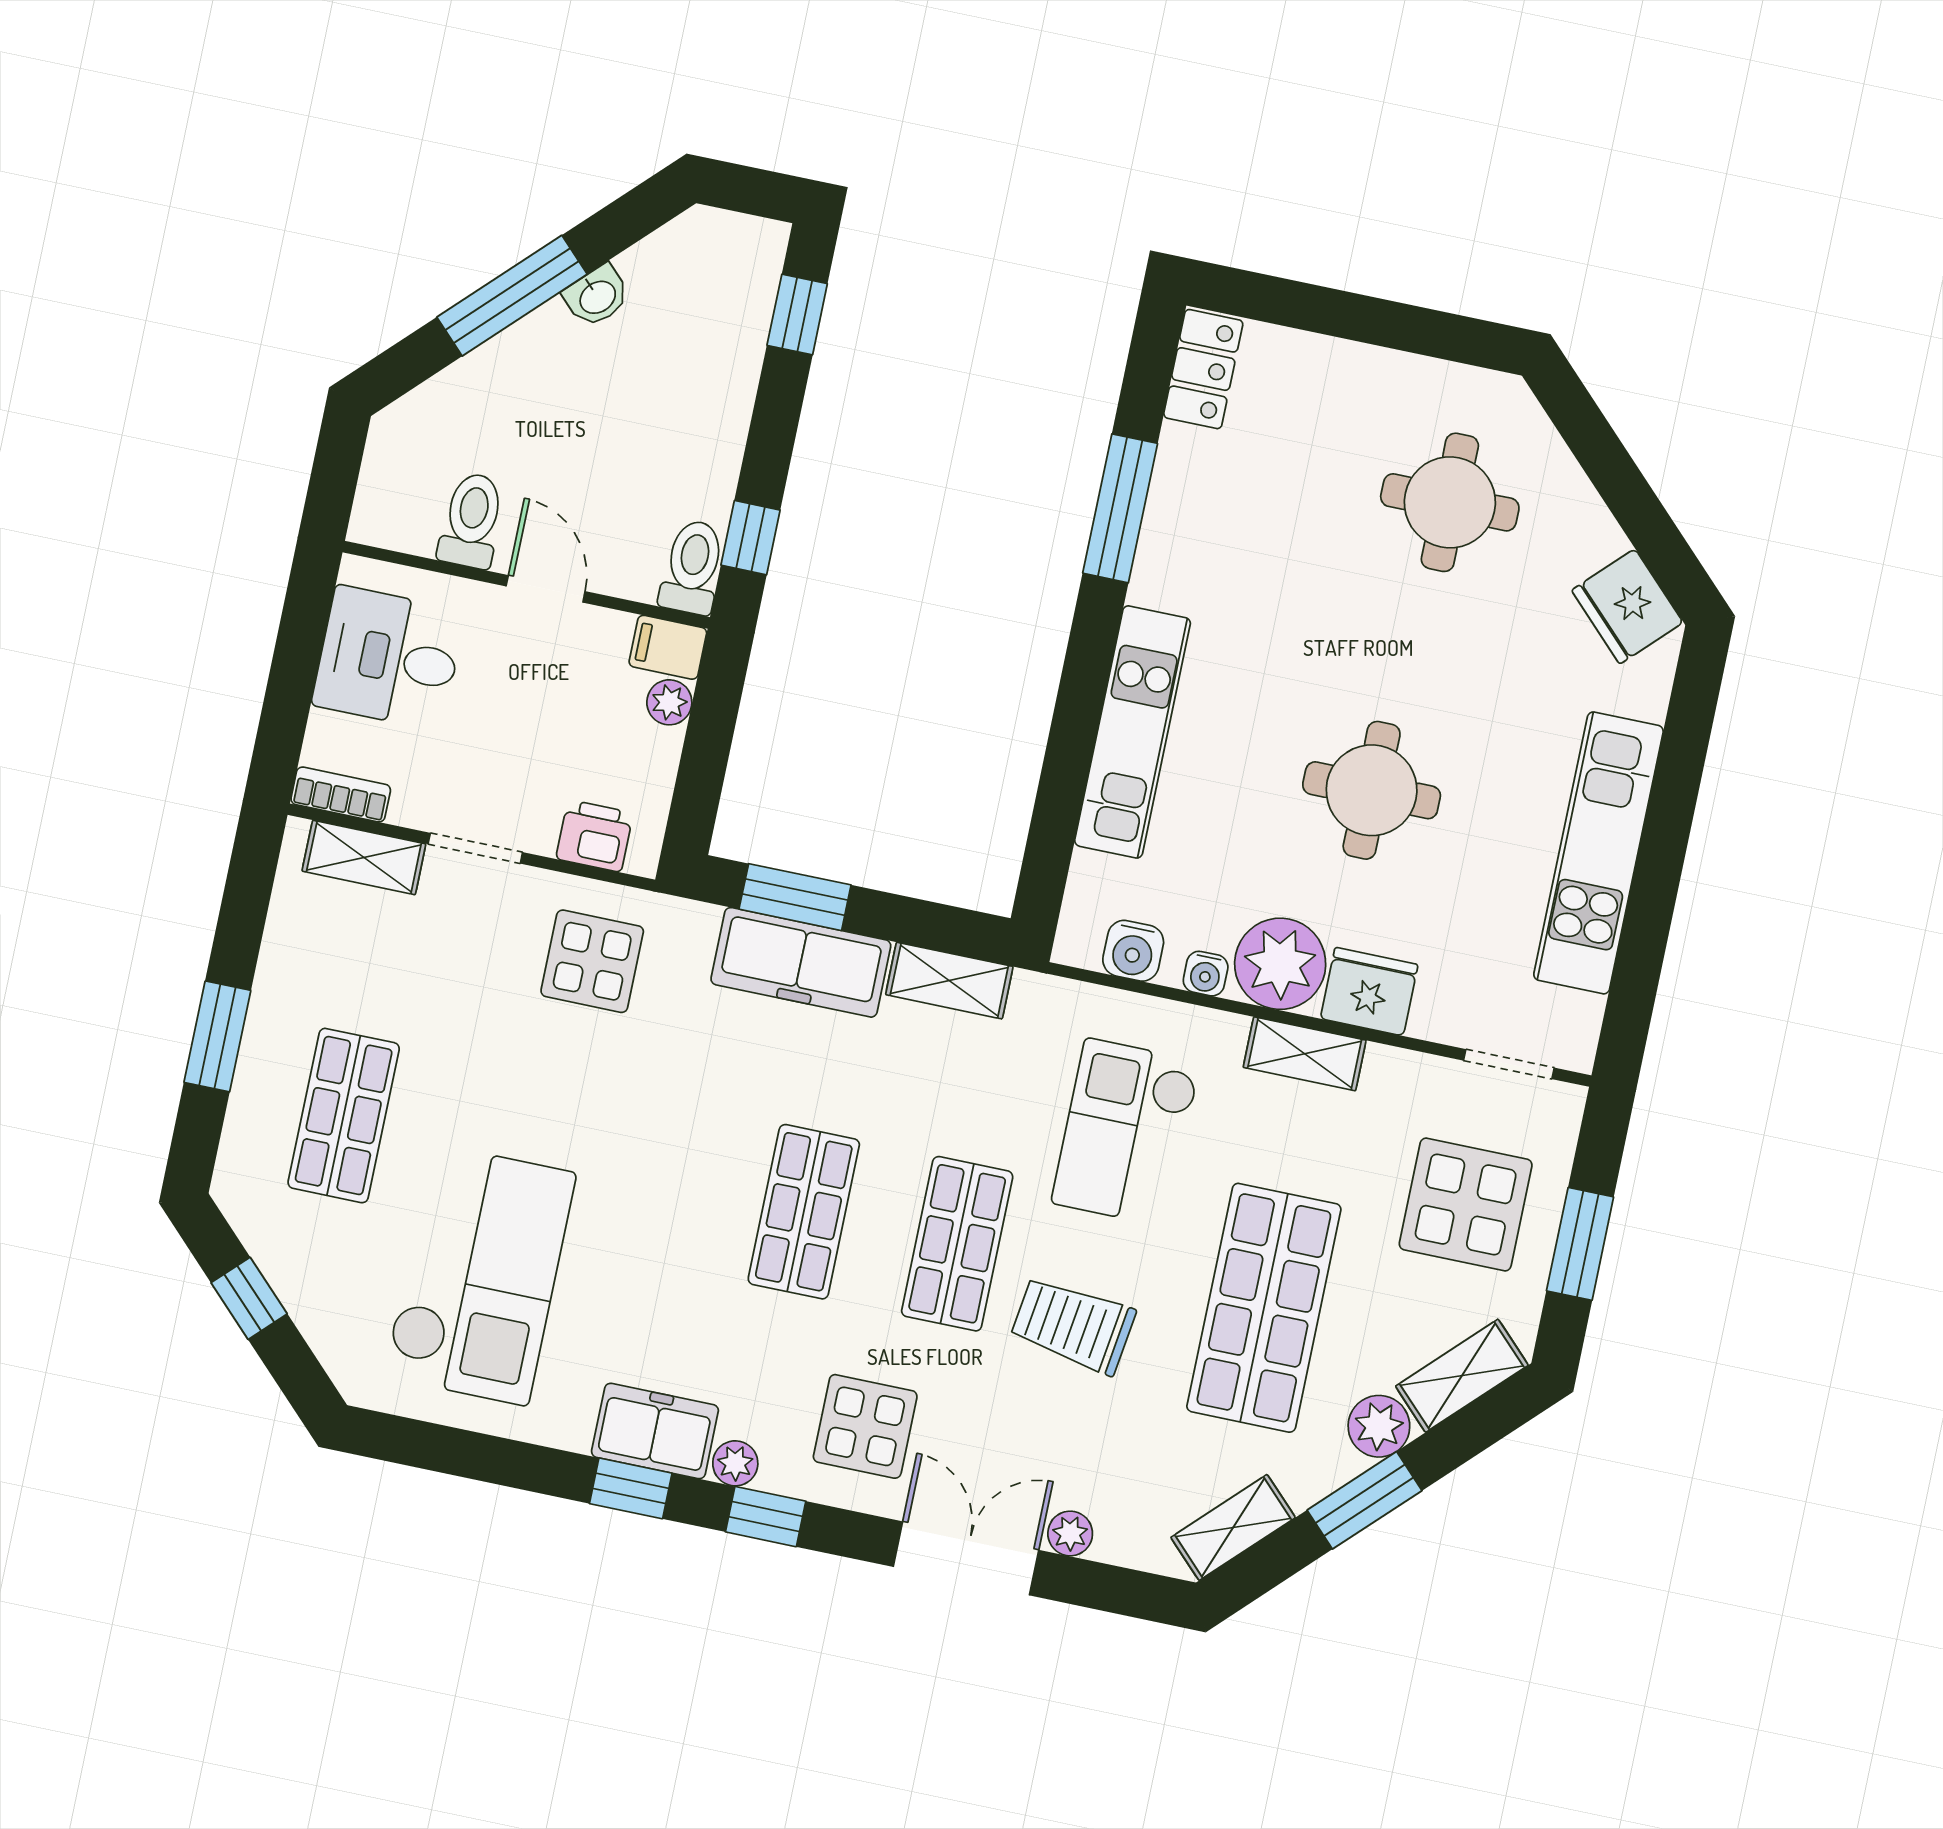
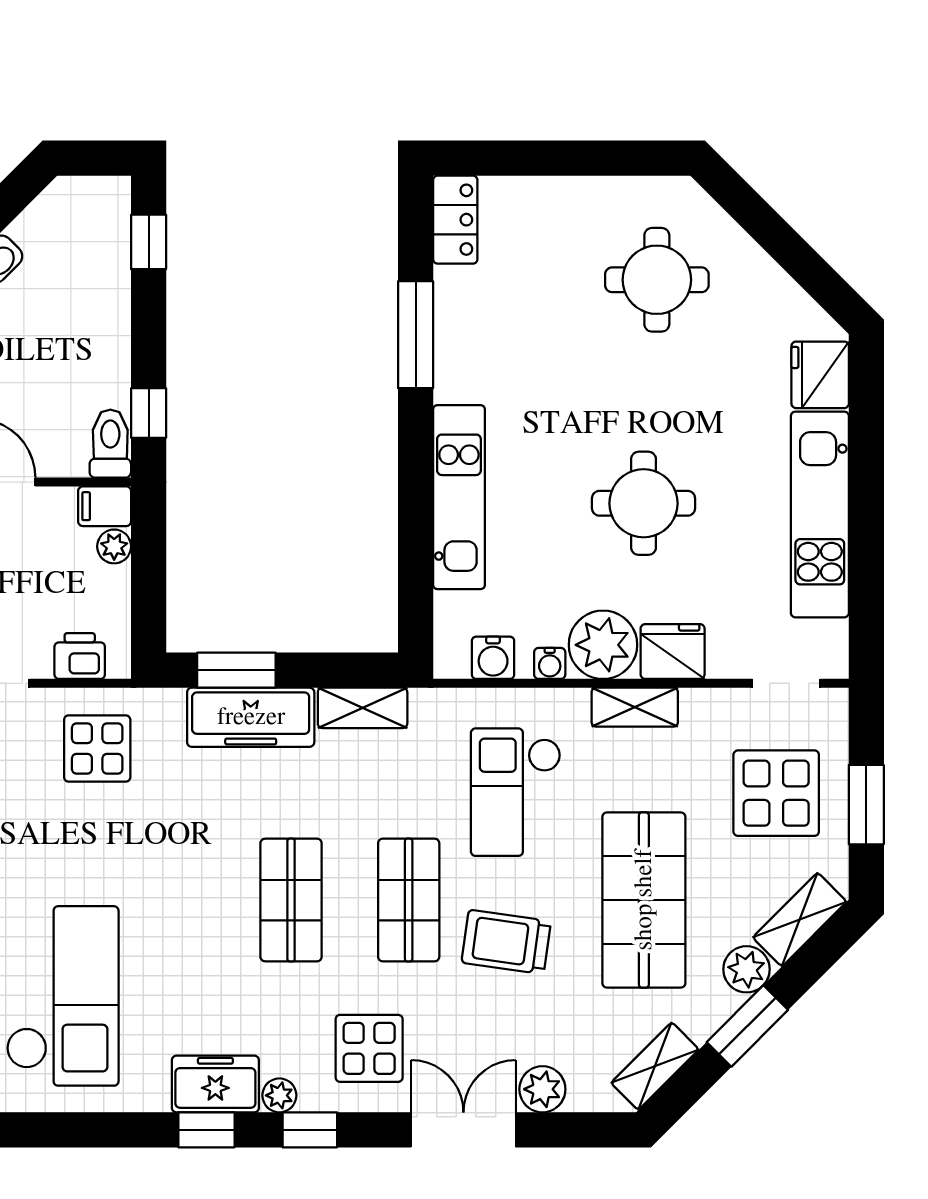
fridge: (1627, 606) -> (820, 375), moved, turned 45
plant: (1070, 1533) -> (542, 1089), width x1.38, depth x1.38

